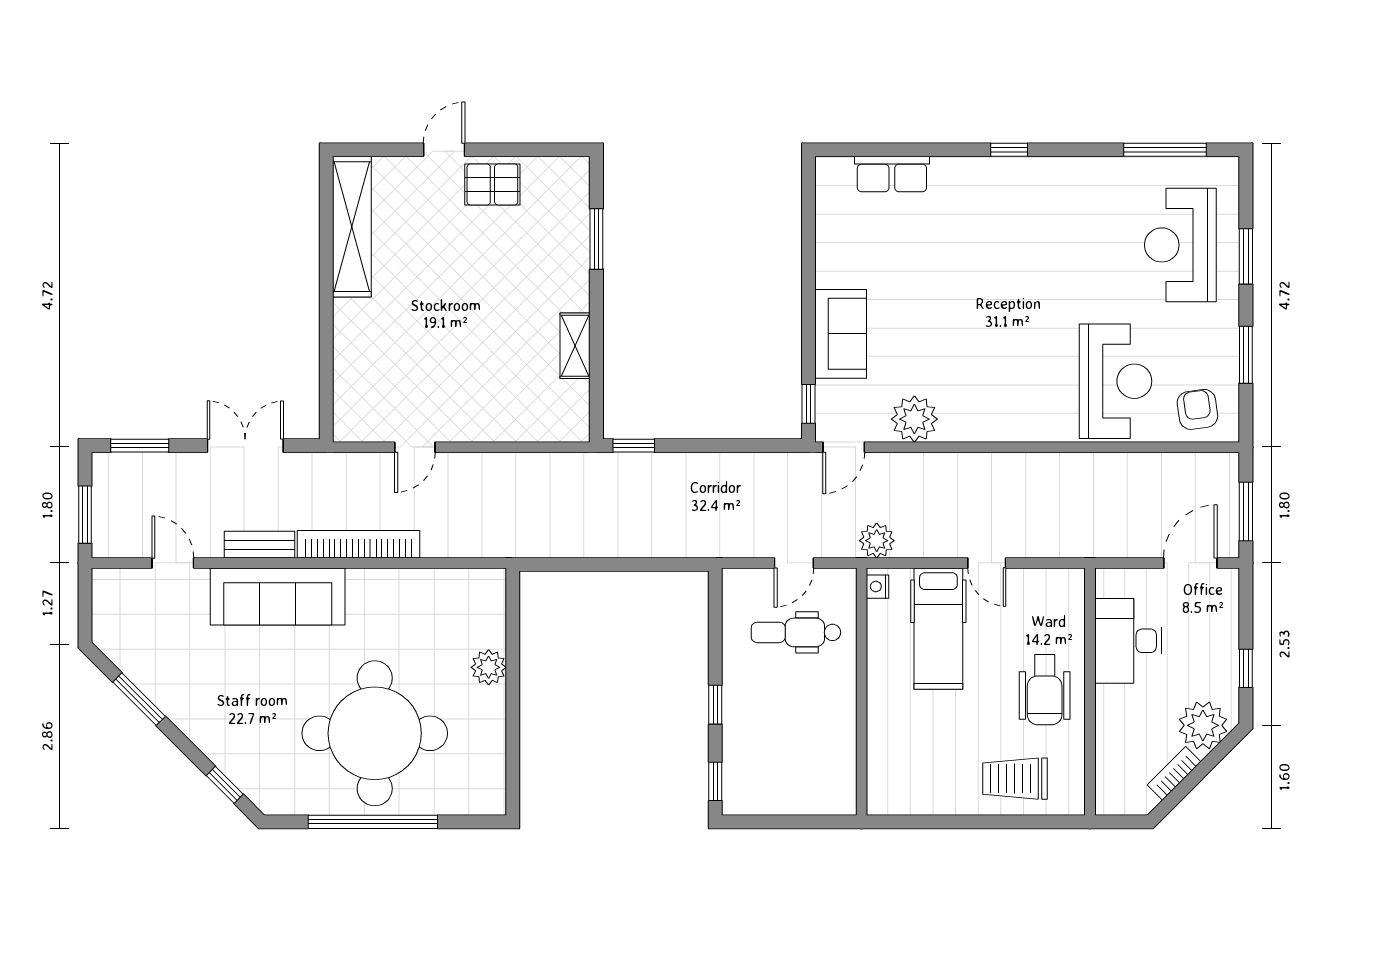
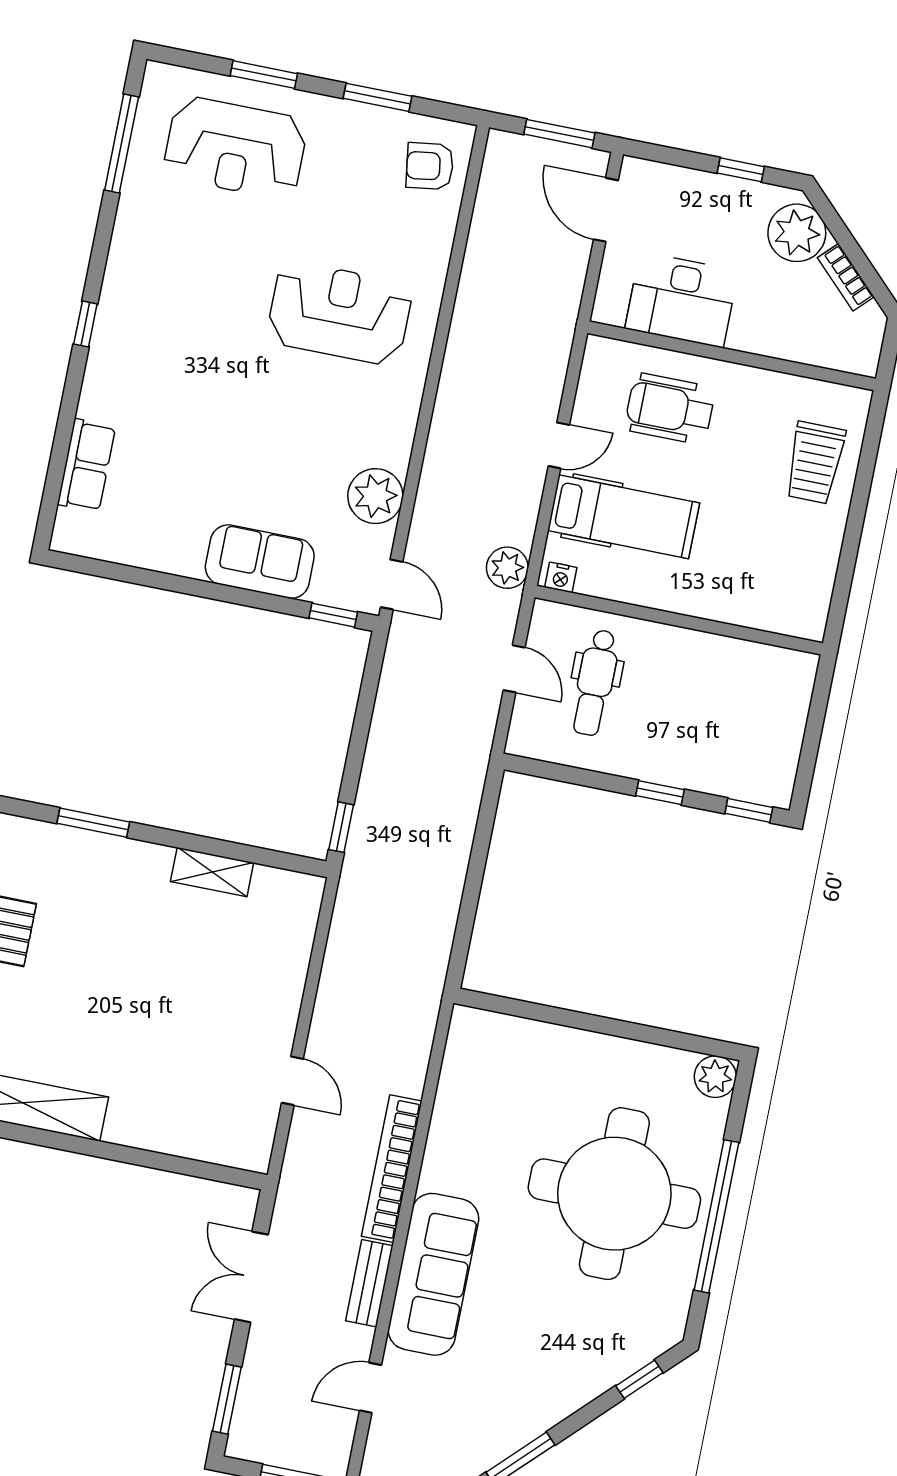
reception desk: (1116, 381) -> (340, 313), moved
plant: (489, 667) -> (715, 1077), moved
wheelchair: (1045, 690) -> (670, 409), moved, turned 180

